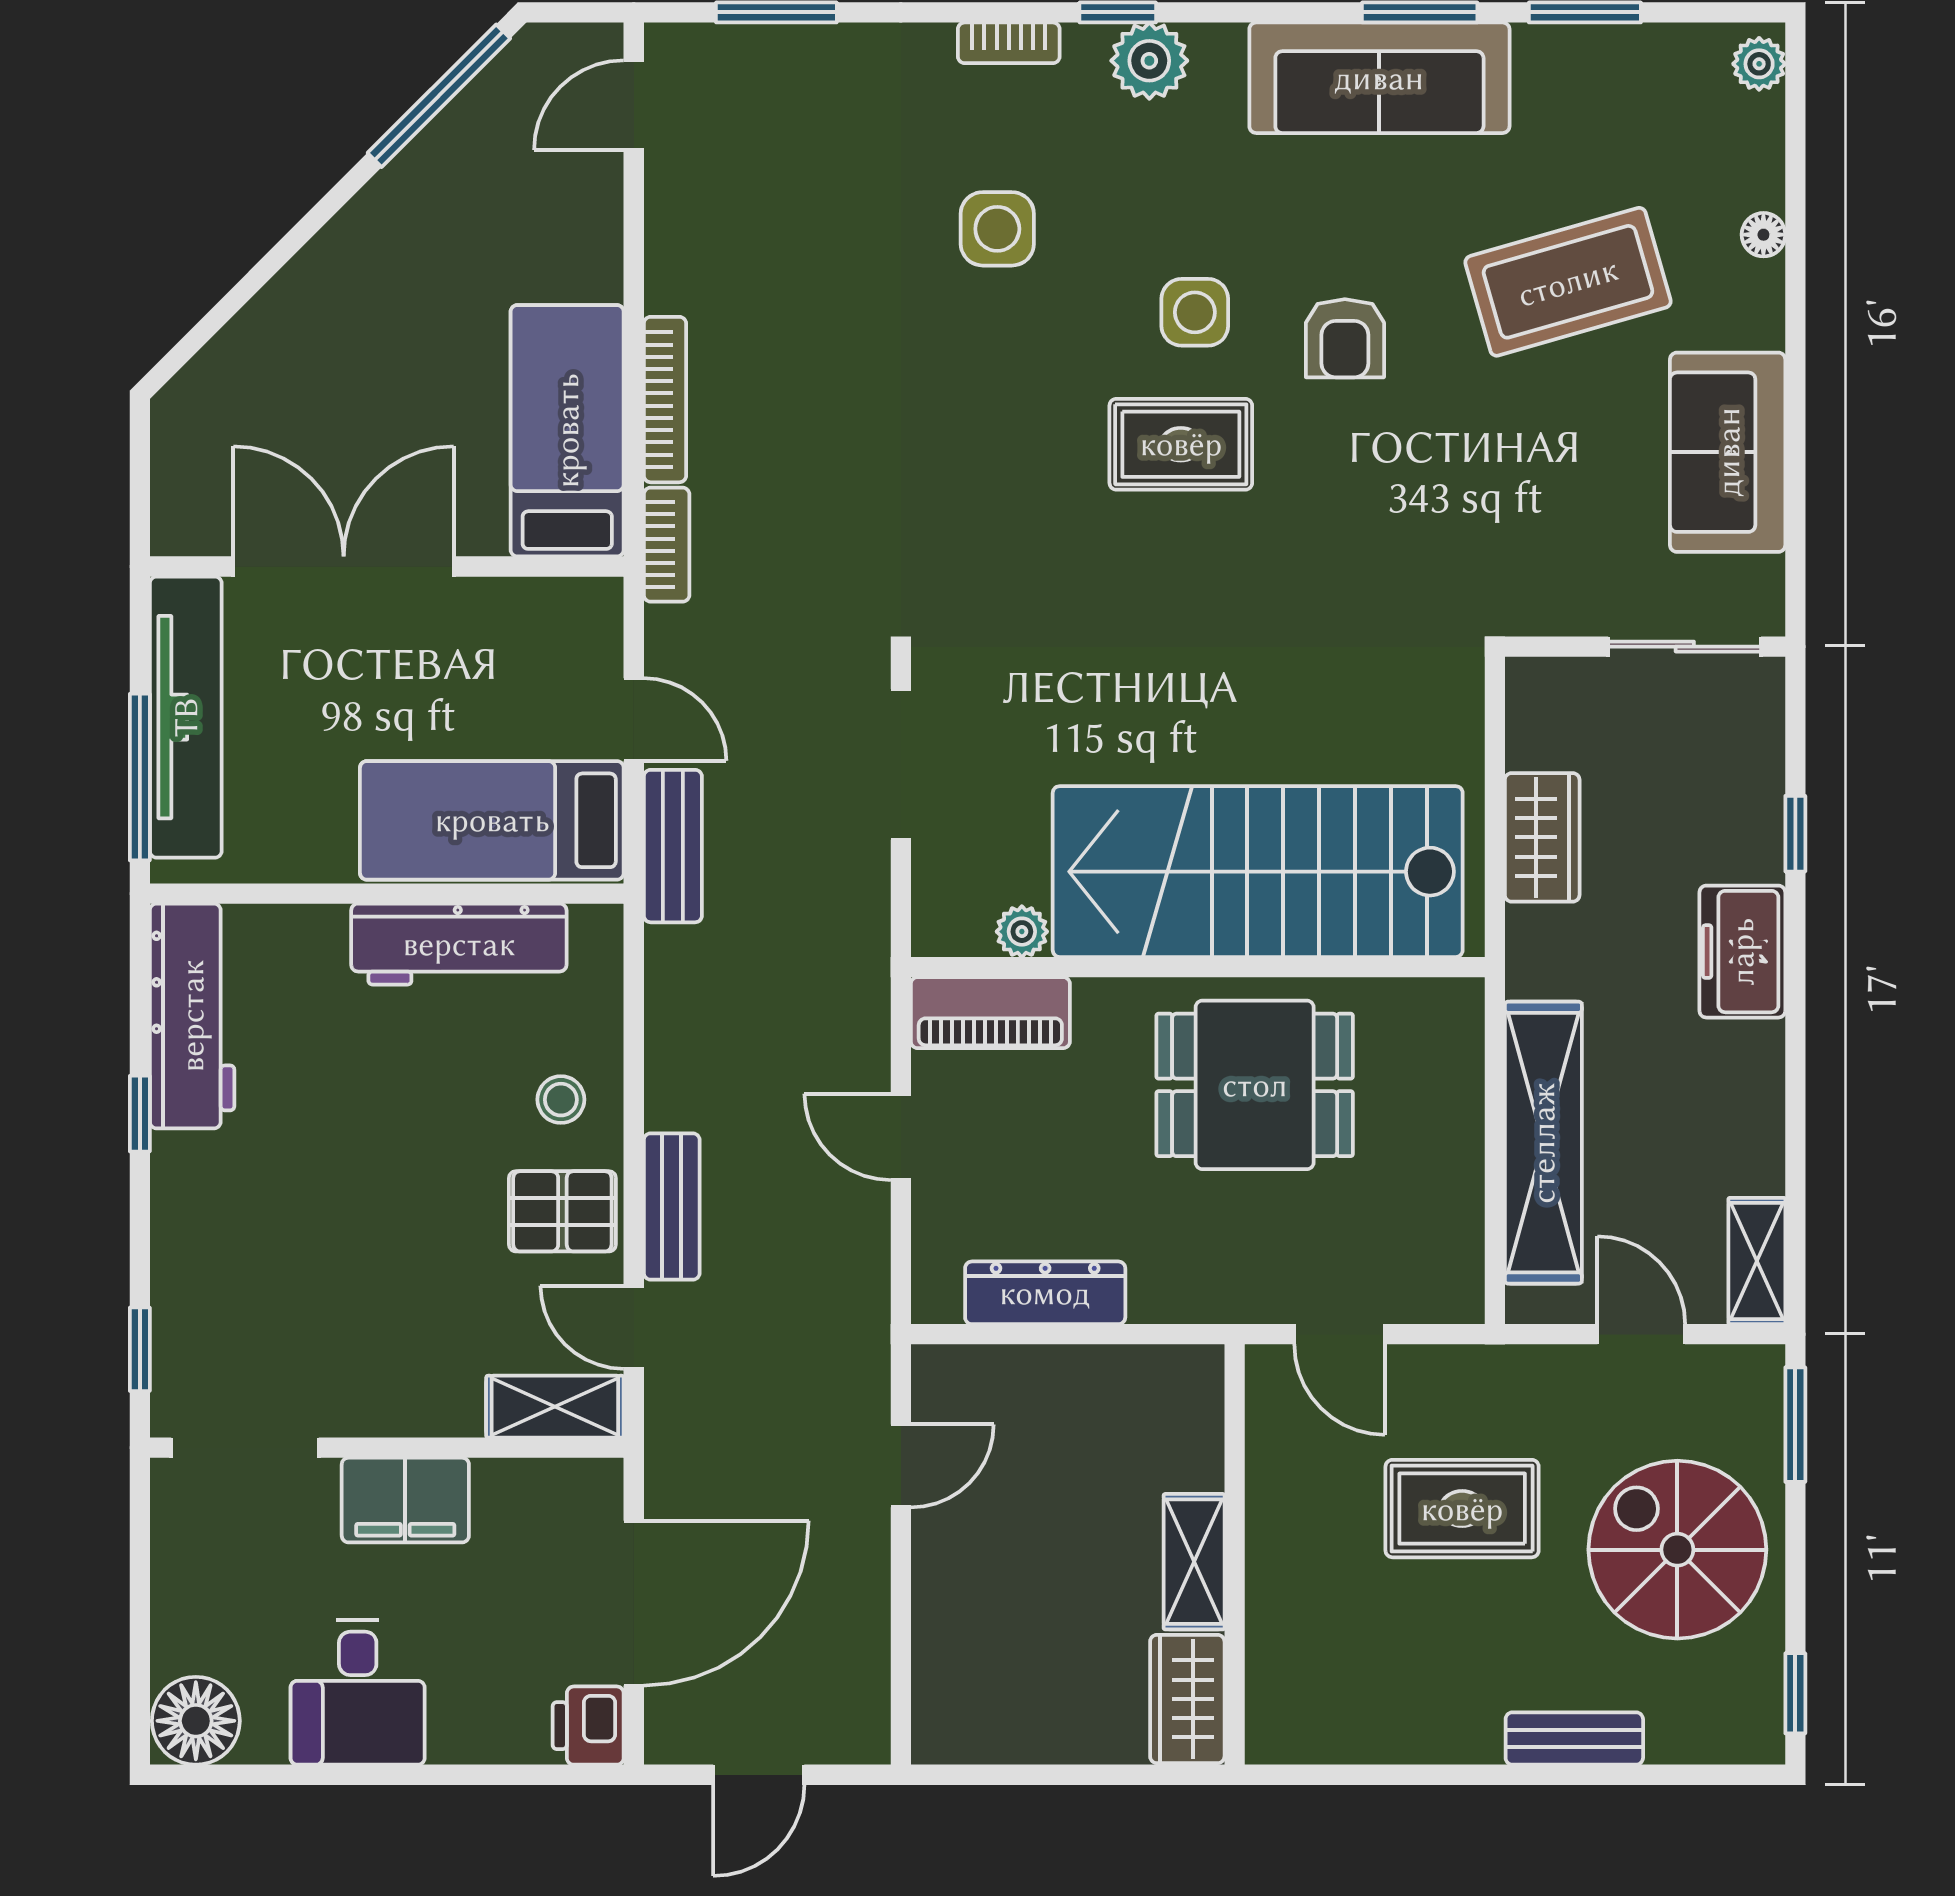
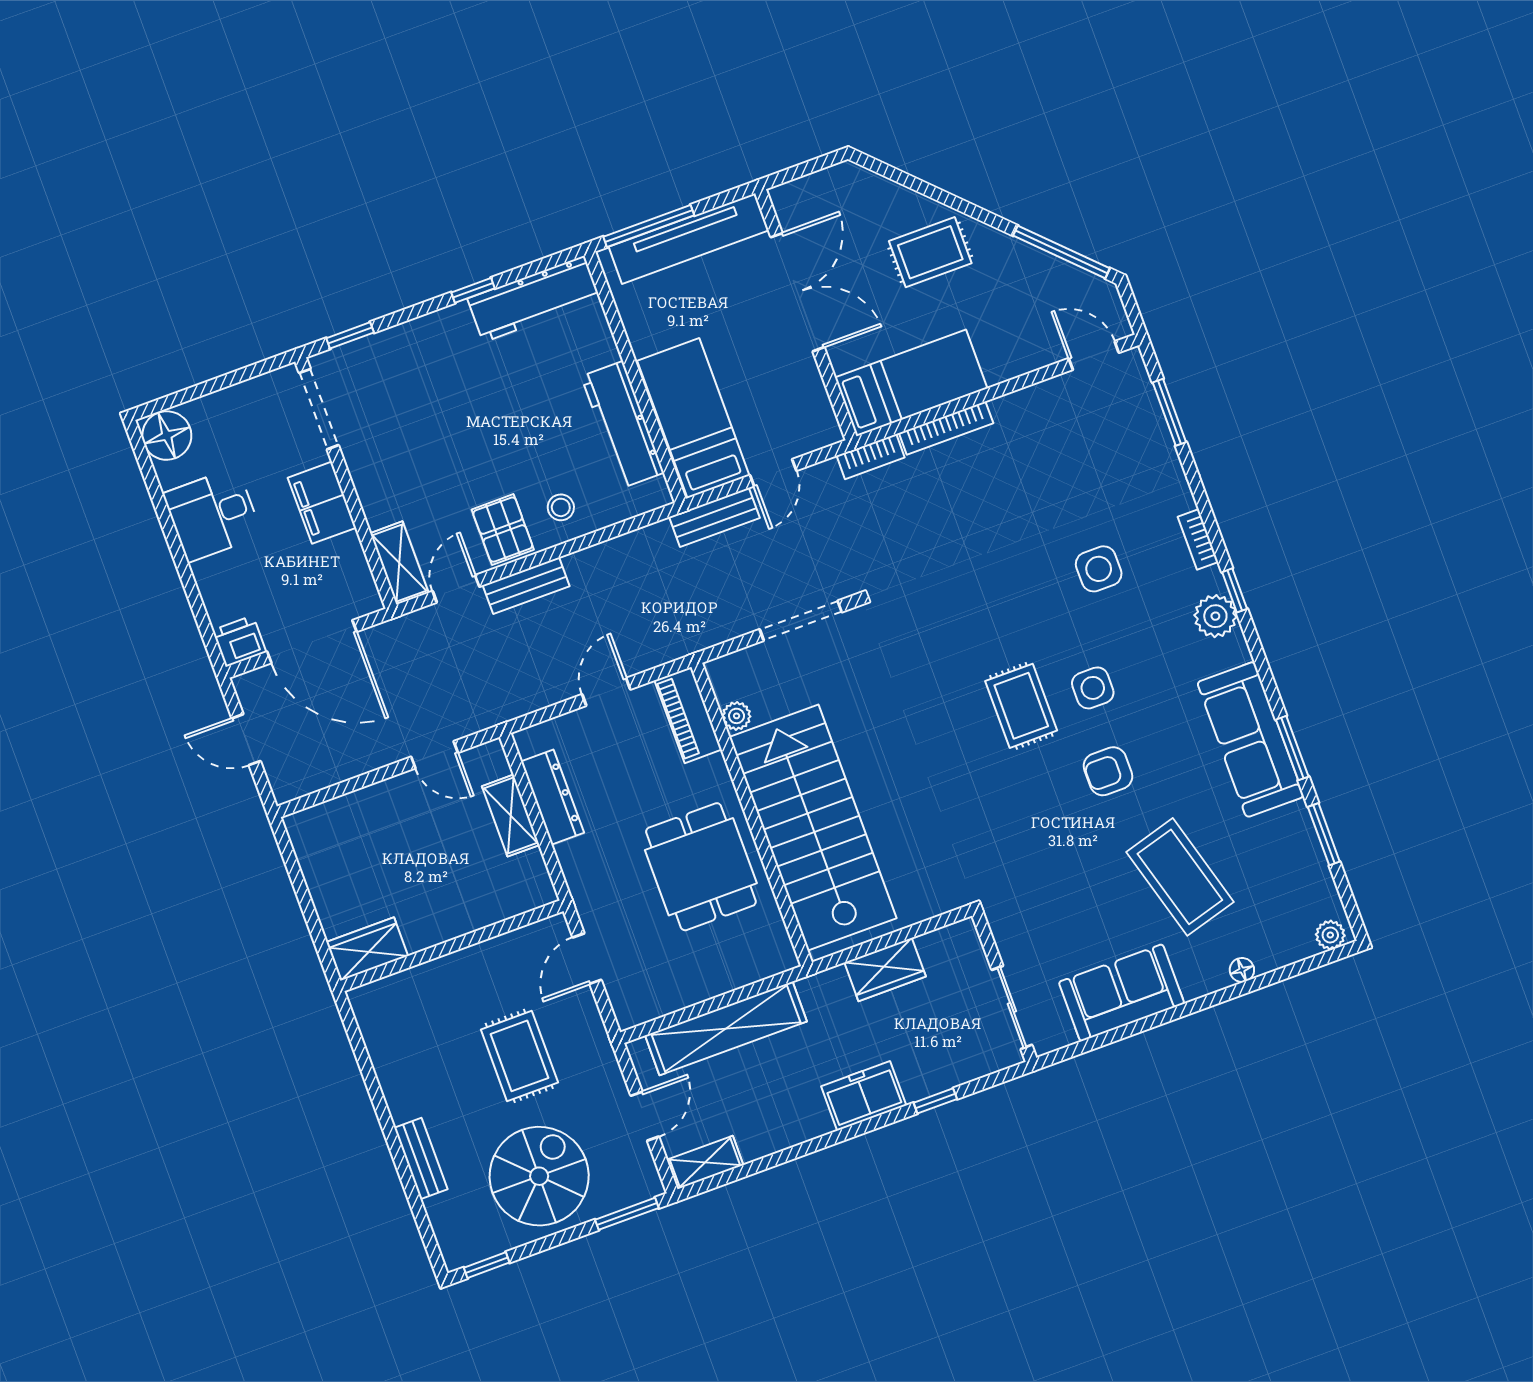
rug: (358, 317) -> (930, 252), added
shelving: (1194, 1562) -> (511, 816), moved, turned 90

